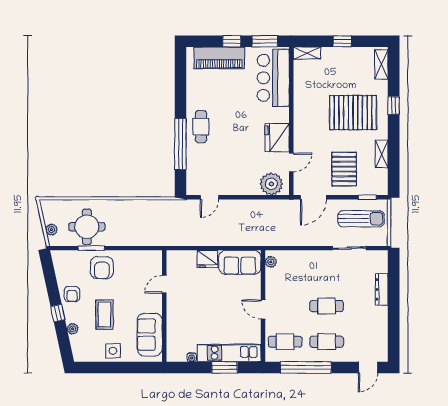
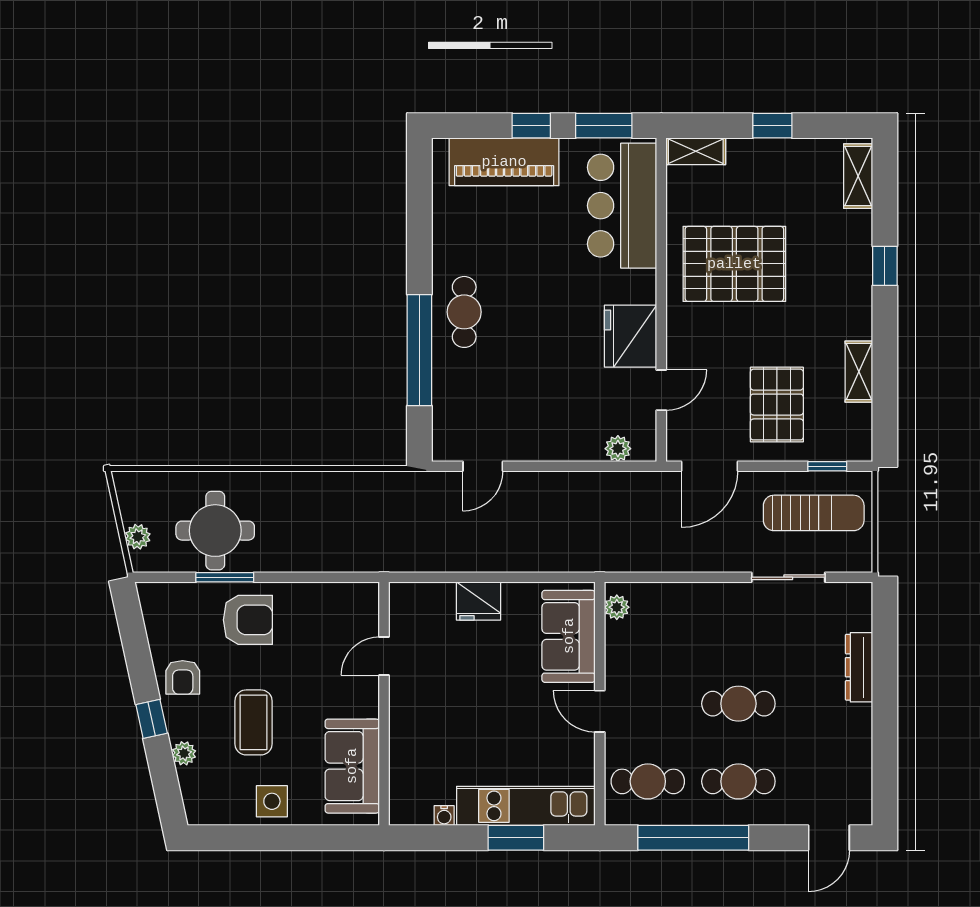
pallet: (353, 113) -> (734, 264), moved
plant: (271, 184) -> (618, 449), width x0.53, depth x0.53
sofa: (240, 262) -> (569, 636), moved, turned 90
armchair: (102, 268) -> (248, 620), turned -90

